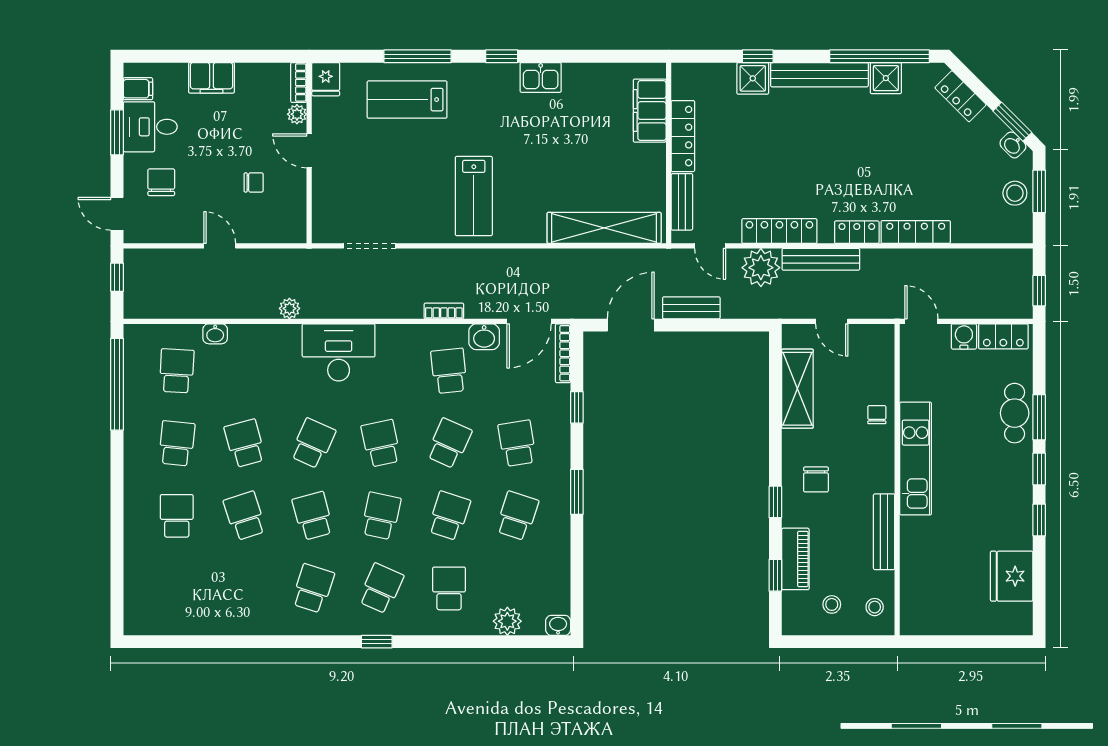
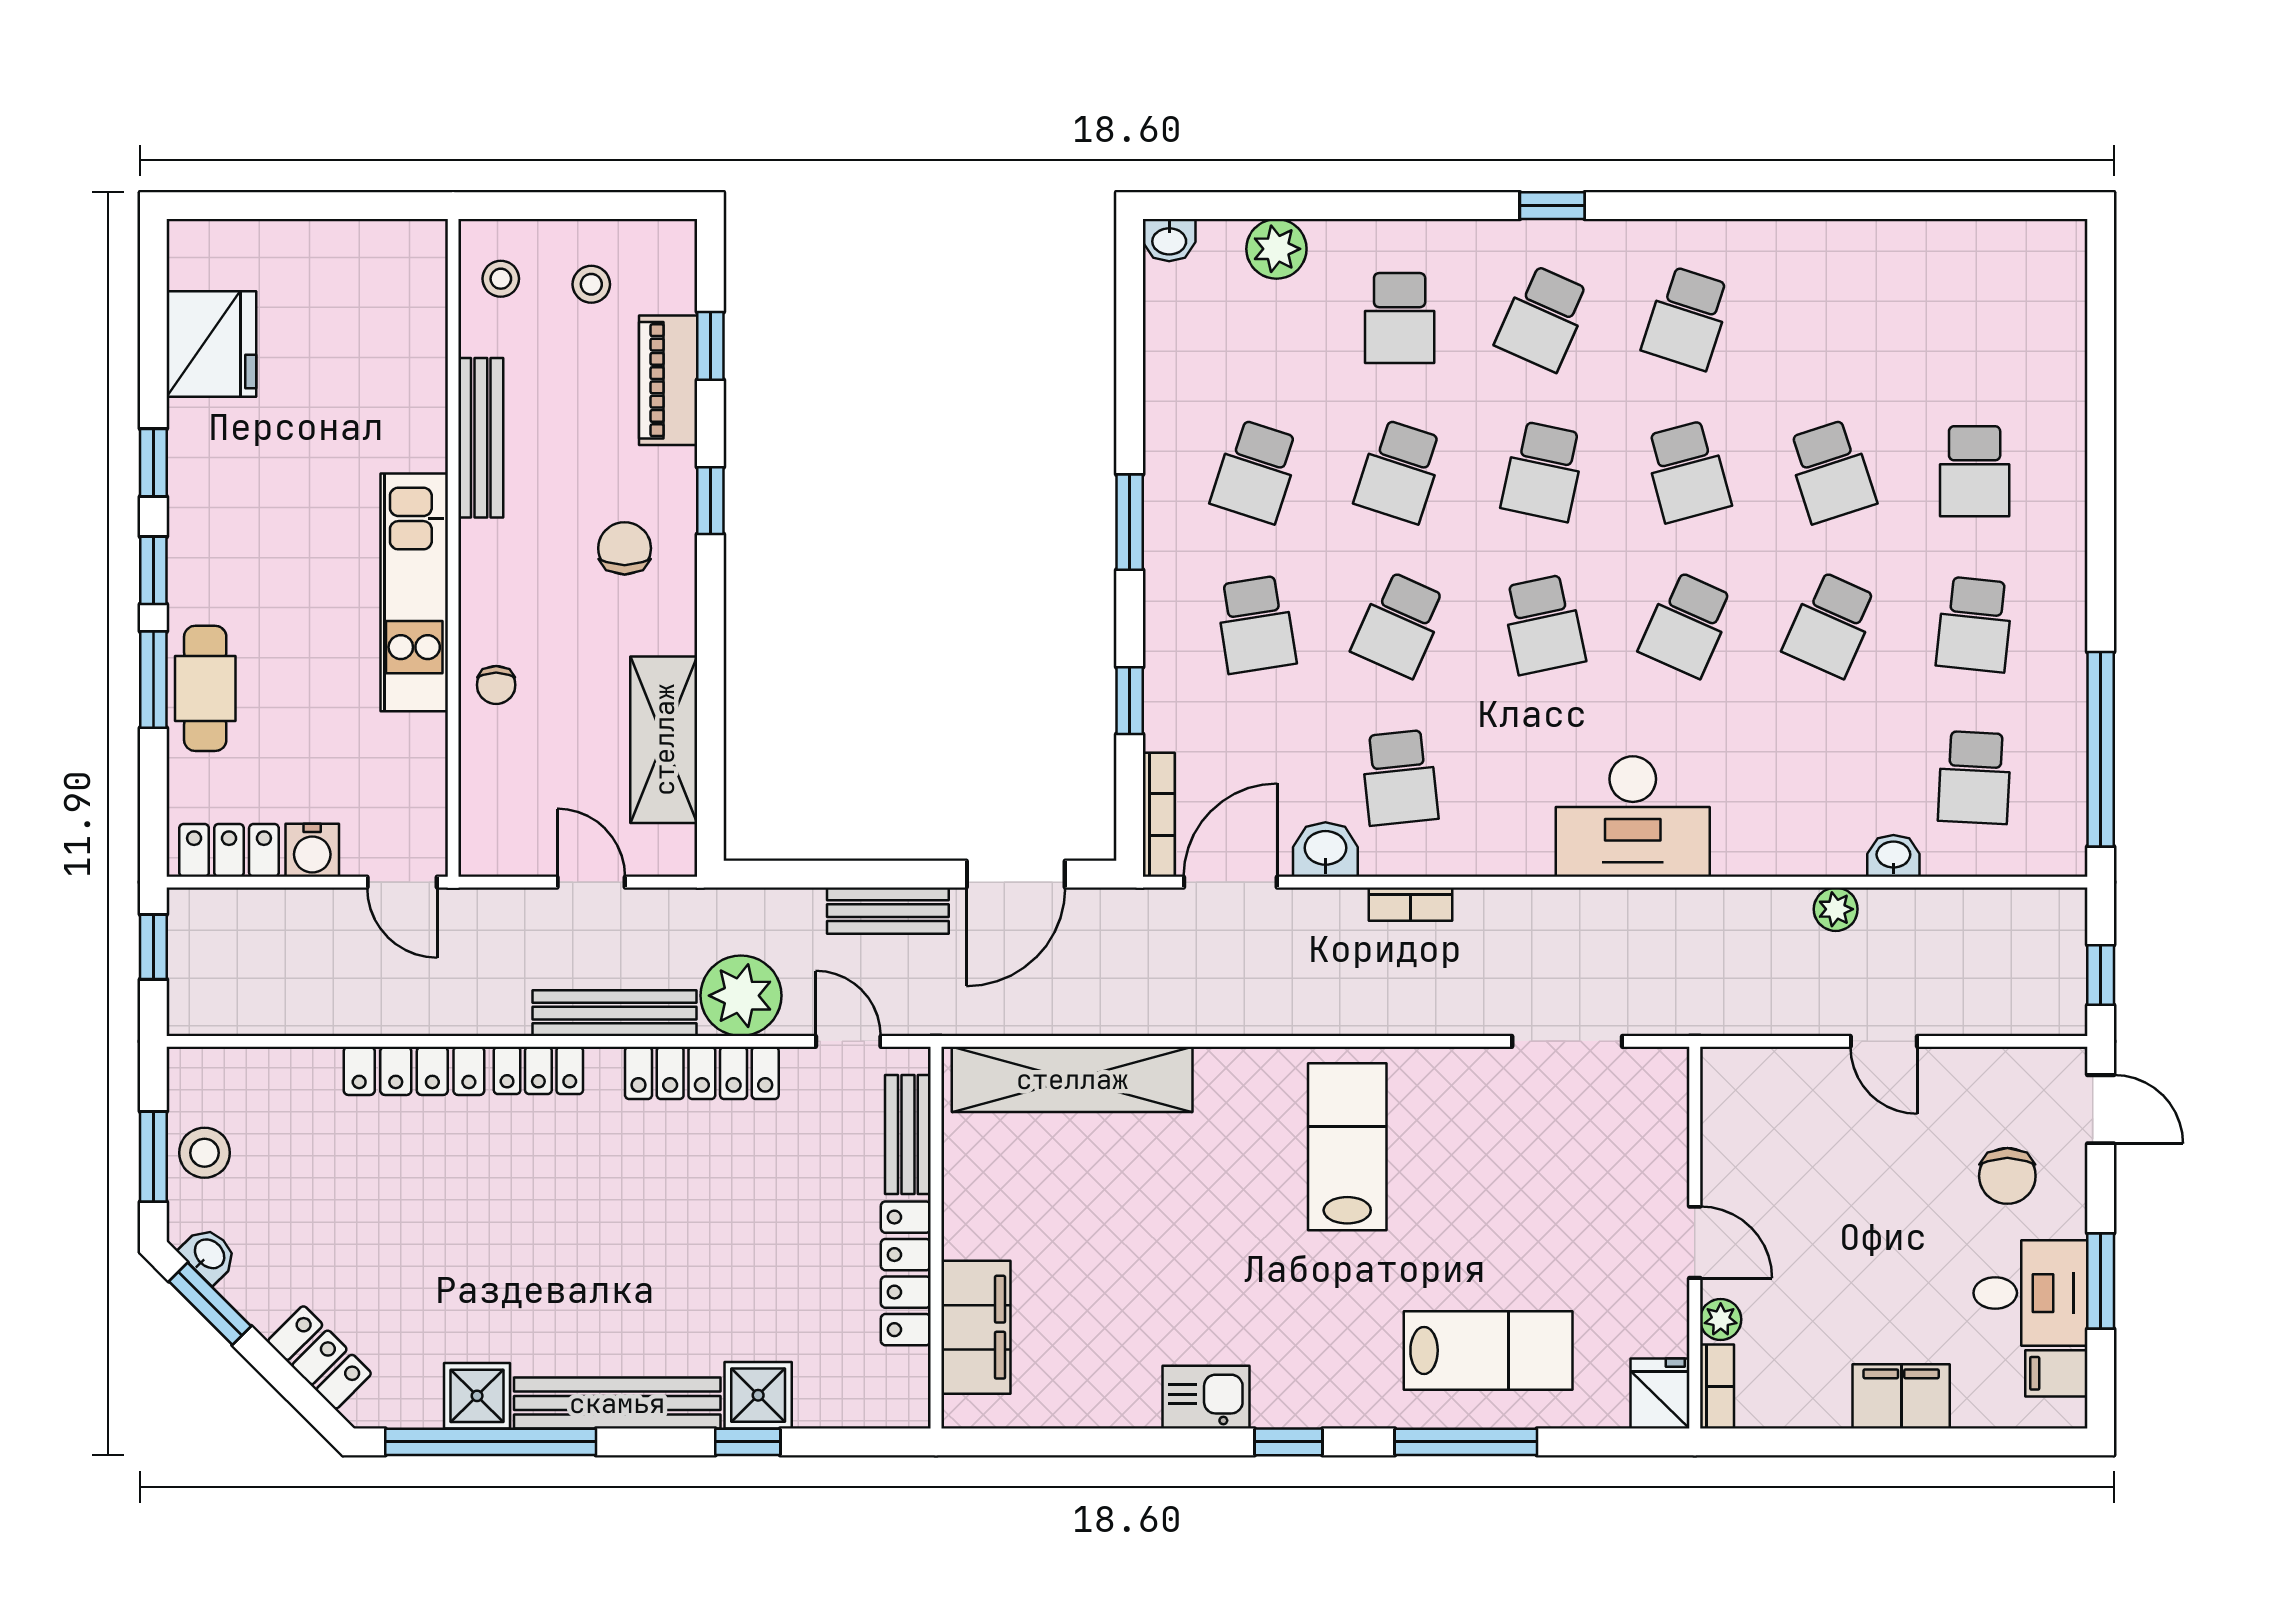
chair: (254, 182) -> (1812, 1175), removed
plant: (289, 308) -> (1836, 909), moved
school desk: (245, 443) -> (1831, 624), turned 39

